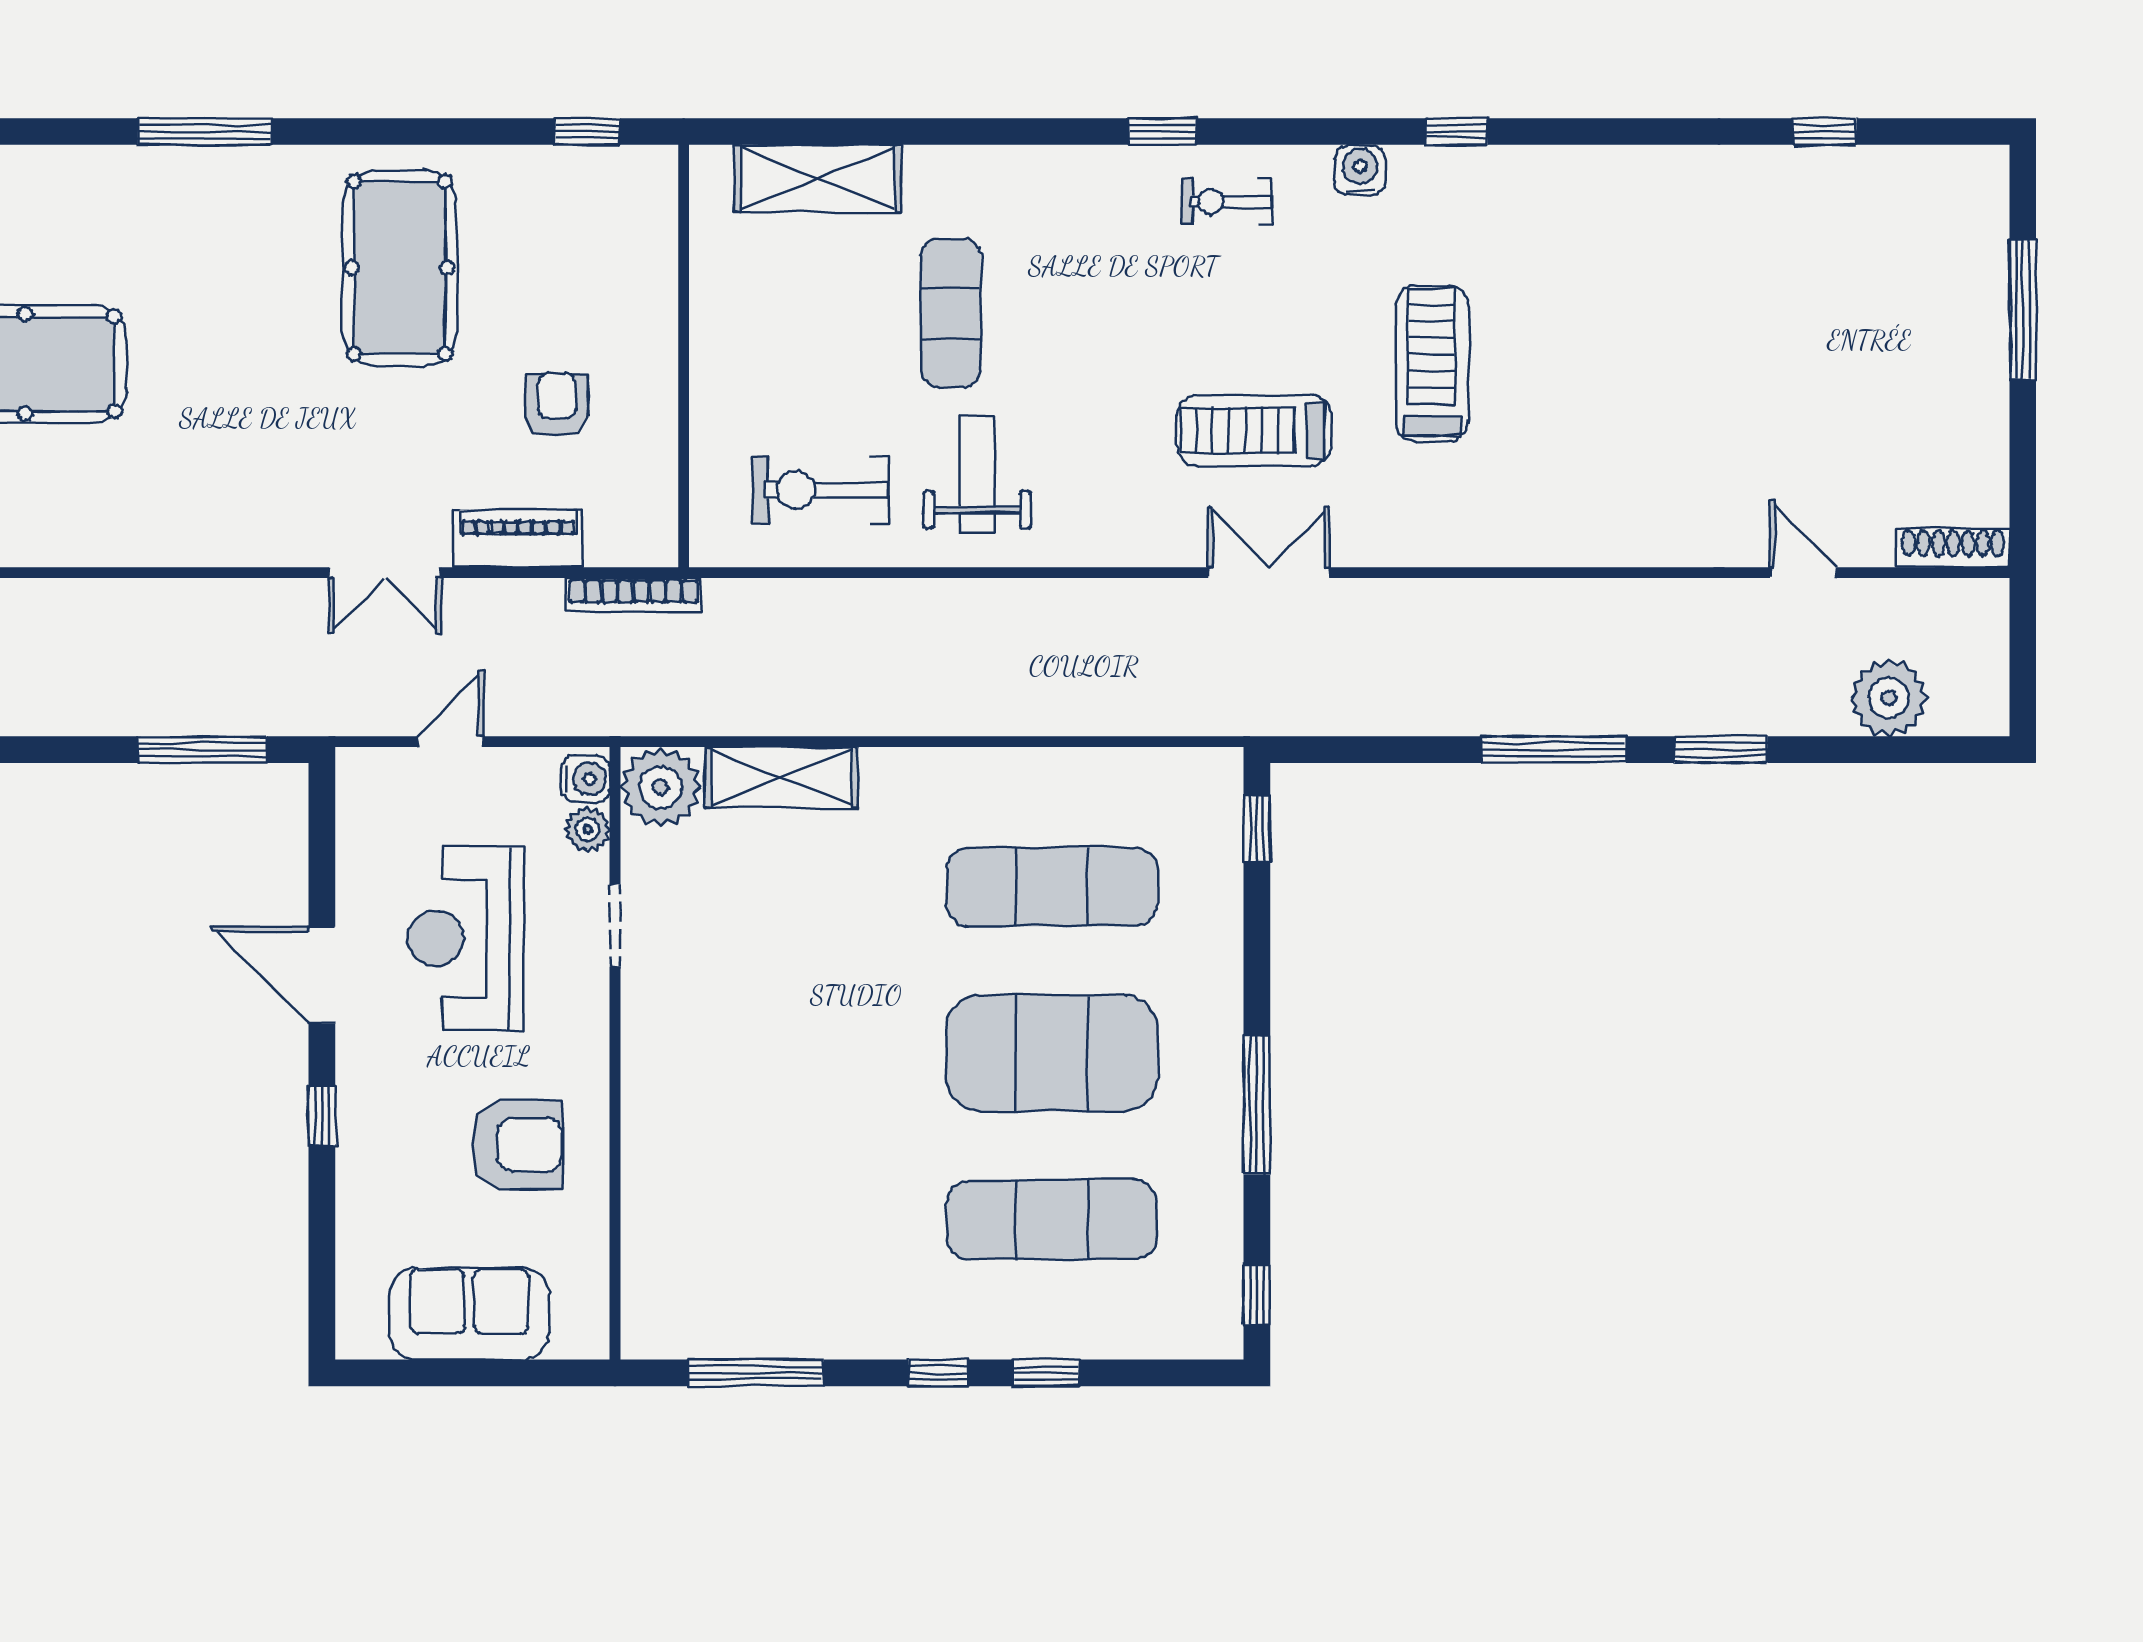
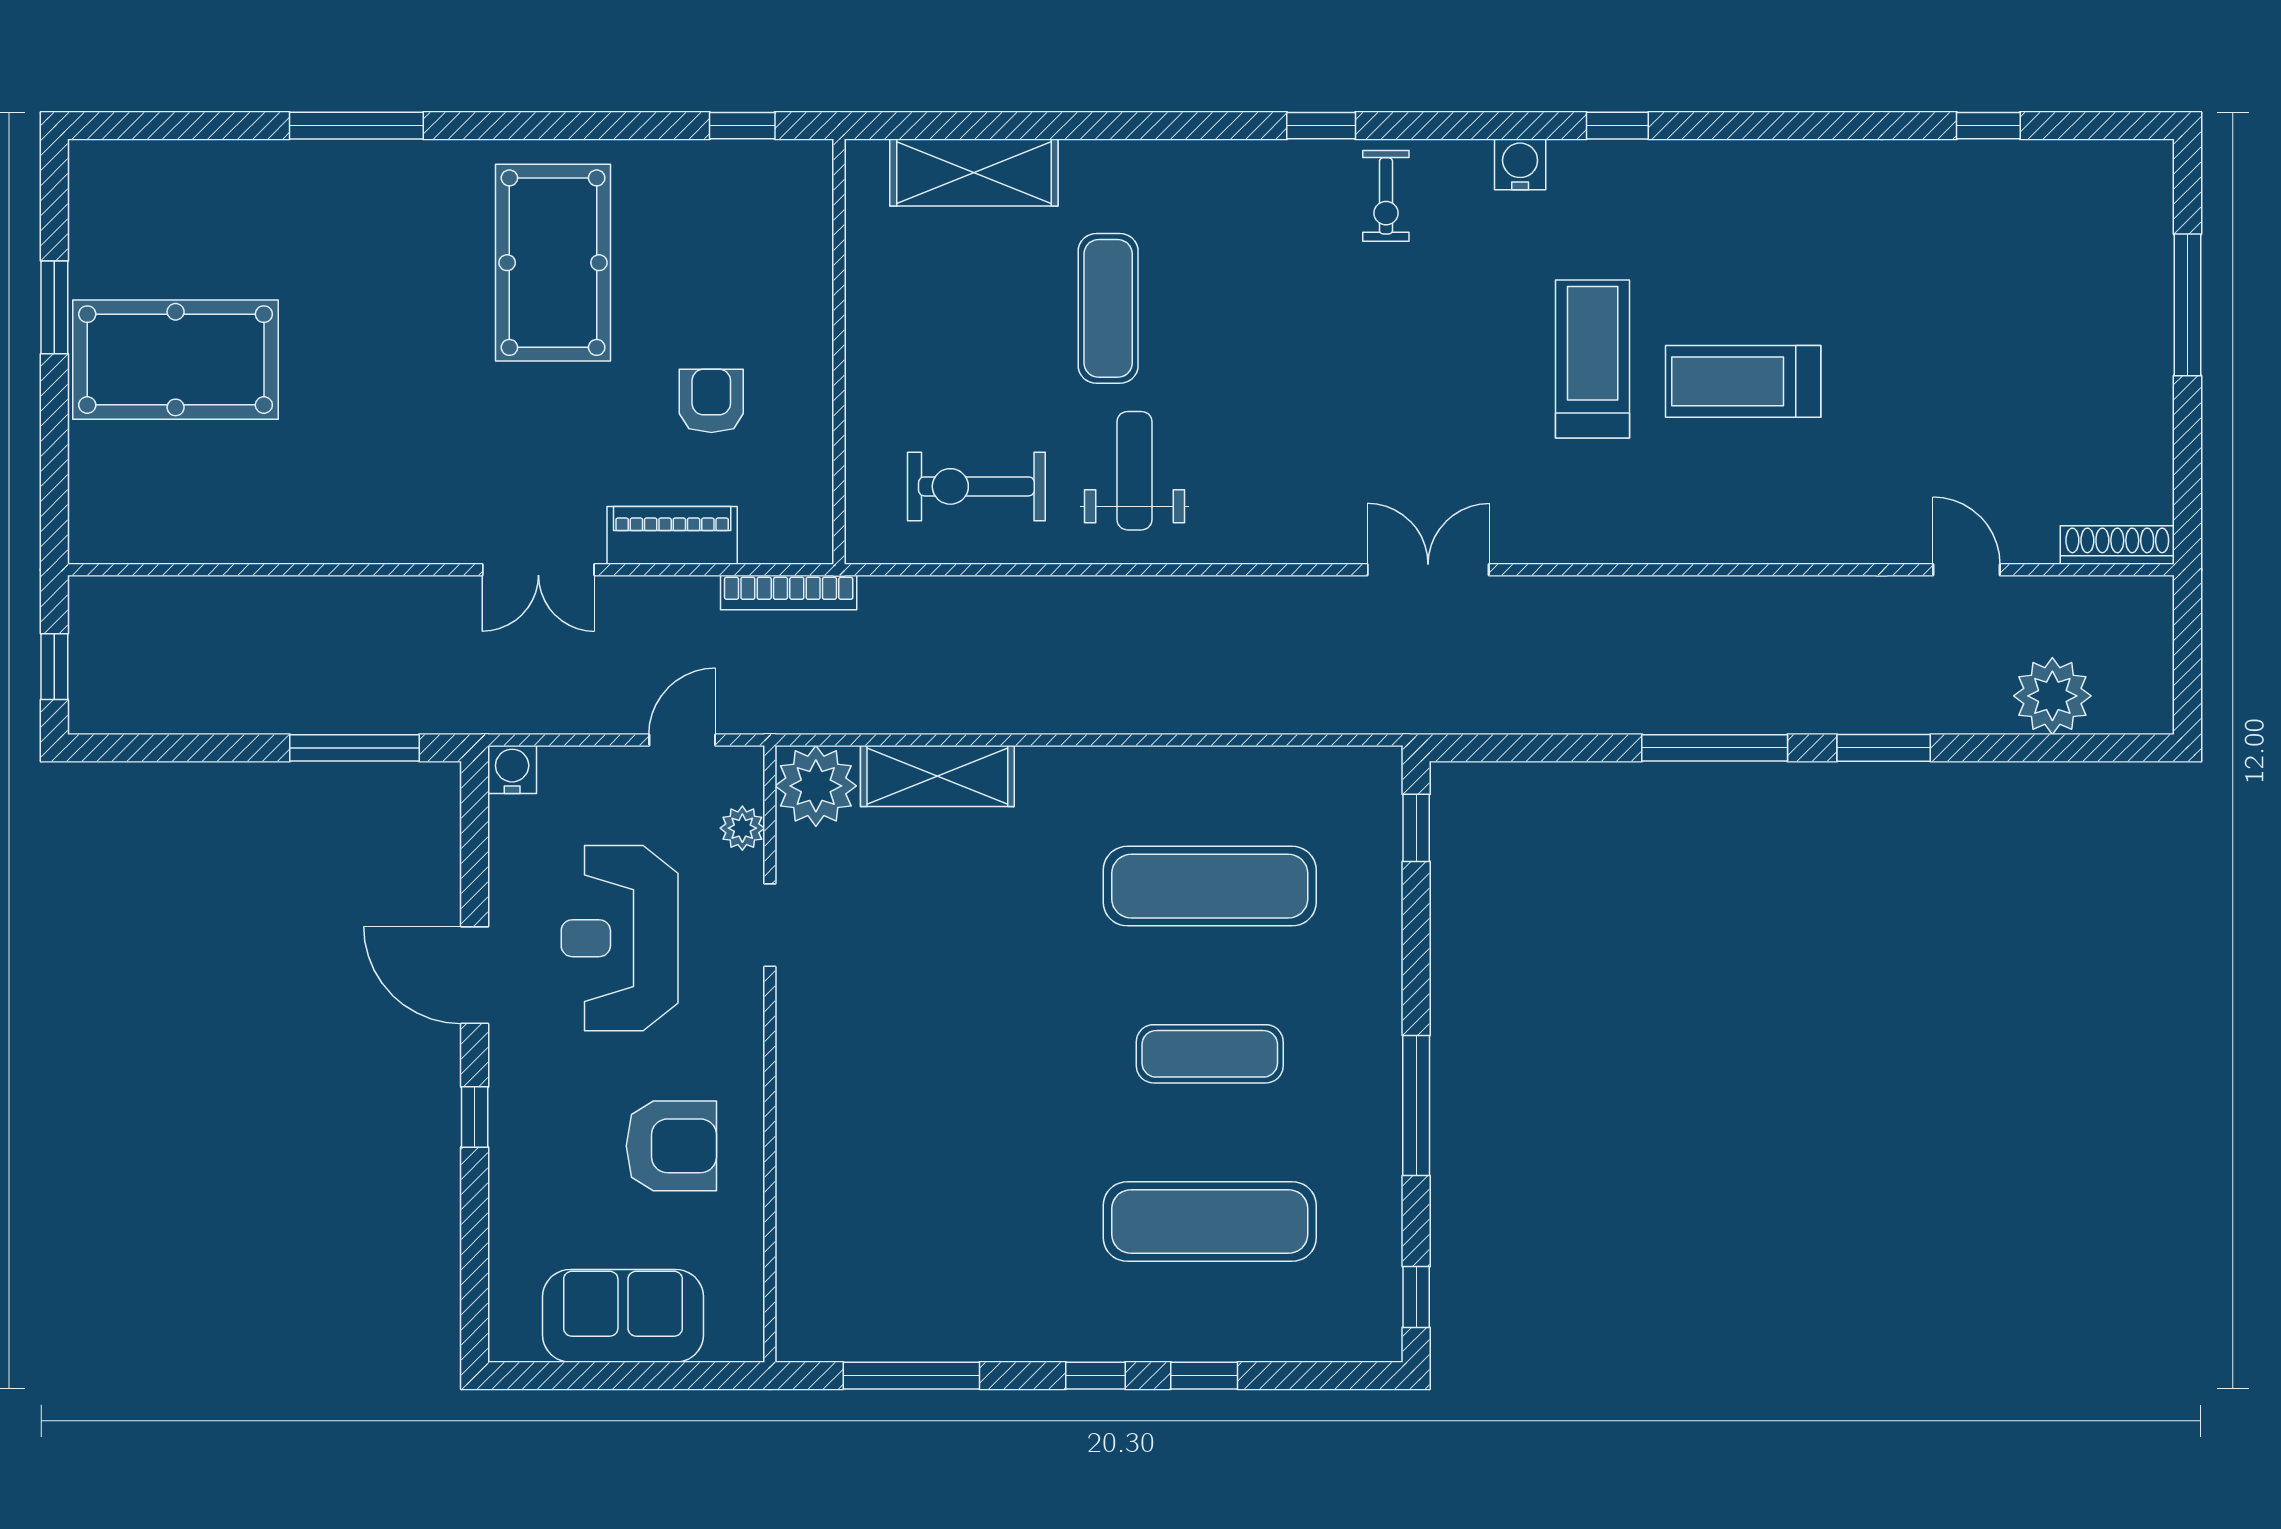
exercise bike: (1227, 201) -> (1386, 196), turned -90
treadmill: (1254, 431) -> (1743, 381), moved
door: (451, 742) -> (682, 740), moved
water cooler: (586, 779) -> (512, 769), moved, turned -90
exercise mat: (1052, 1053) -> (1210, 1054), width x0.50, depth x0.69

